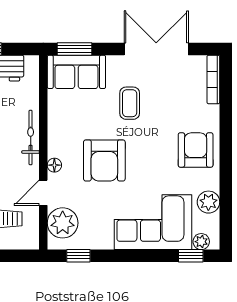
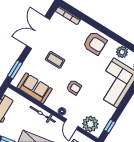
sofa: (76, 72) -> (35, 88), moved, turned -90
armchair: (196, 150) -> (95, 43), turned 180
armchair: (104, 160) -> (74, 87), width x0.53, depth x0.53

